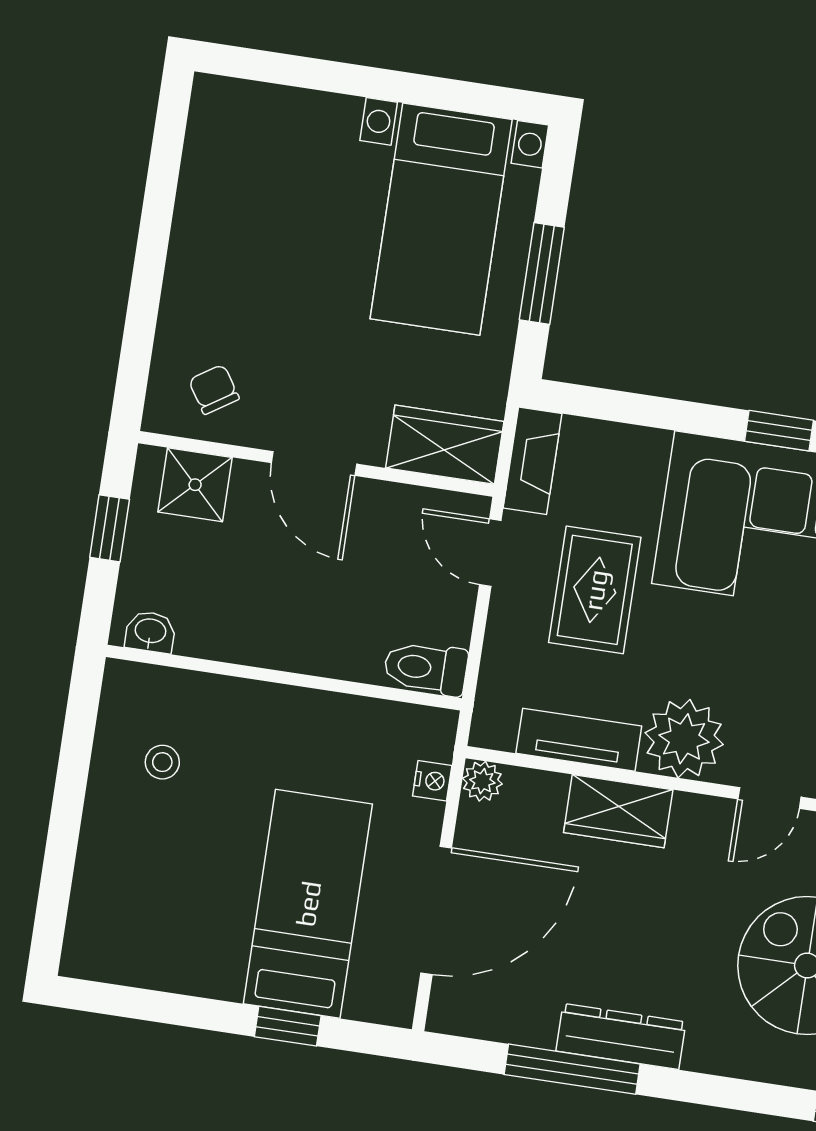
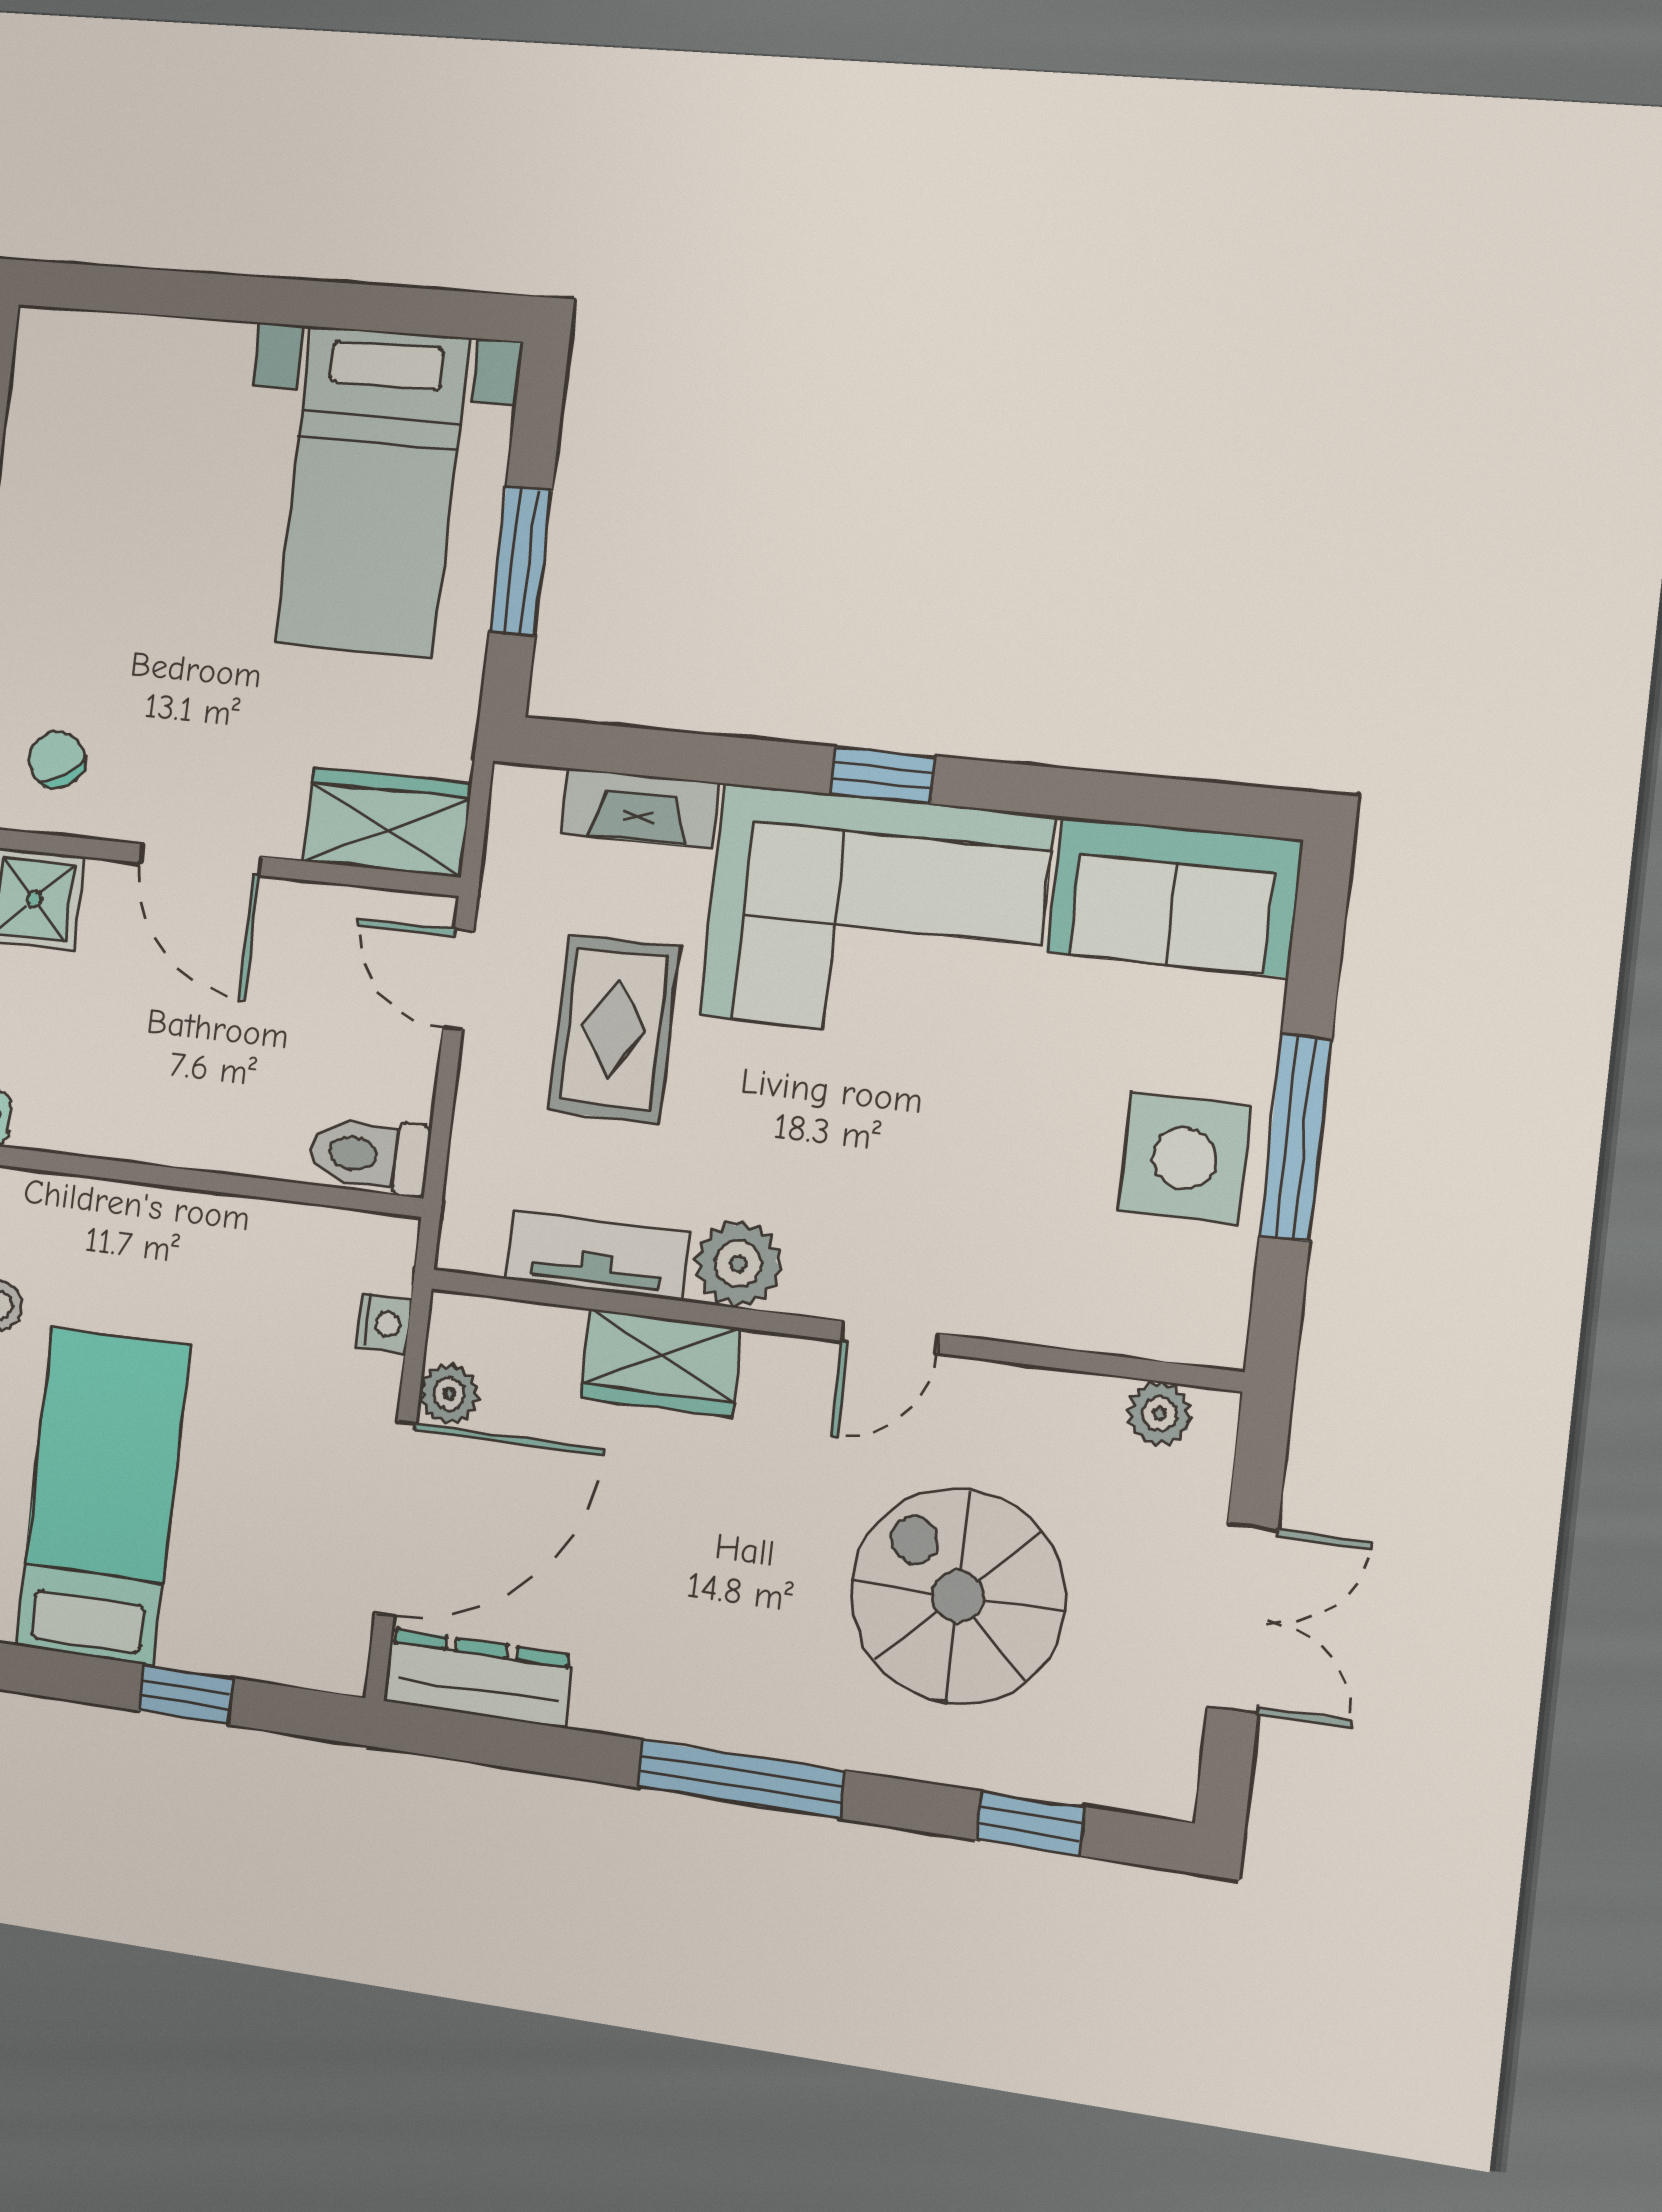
fireplace: (533, 461) -> (640, 808), moved, turned 90
plant: (684, 739) -> (738, 1264), width x0.73, depth x0.73
plant: (482, 781) -> (449, 1394), moved
bed: (308, 904) -> (103, 1496), moved
dresser: (621, 1036) -> (478, 1678), moved
window: (572, 1069) -> (741, 1779), moved

